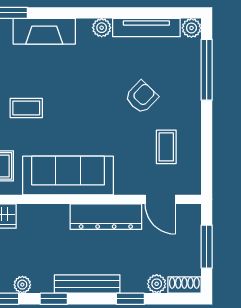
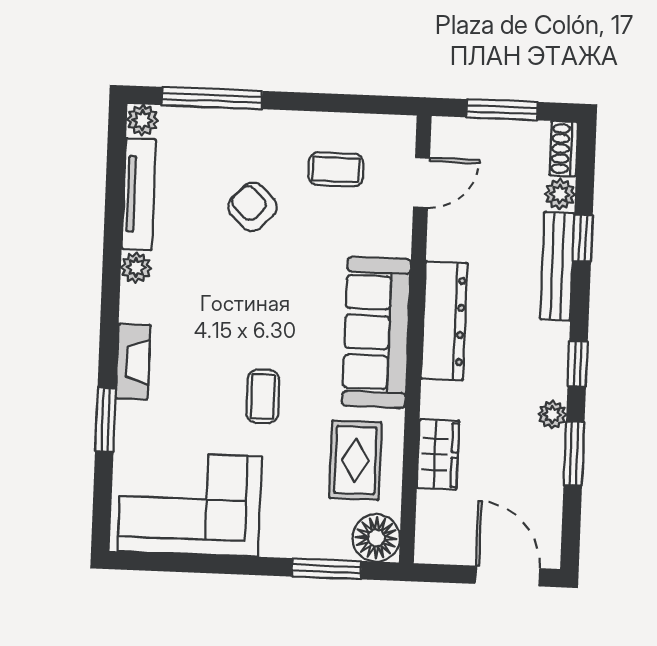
fireplace: (44, 31) -> (133, 362), width x0.73, depth x0.76
dresser: (106, 217) -> (444, 321), moved
bench: (87, 284) -> (557, 266), moved

